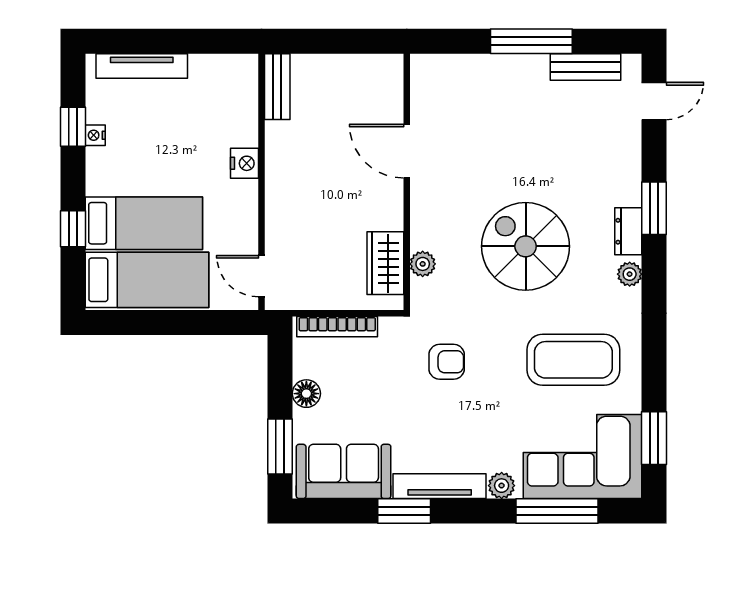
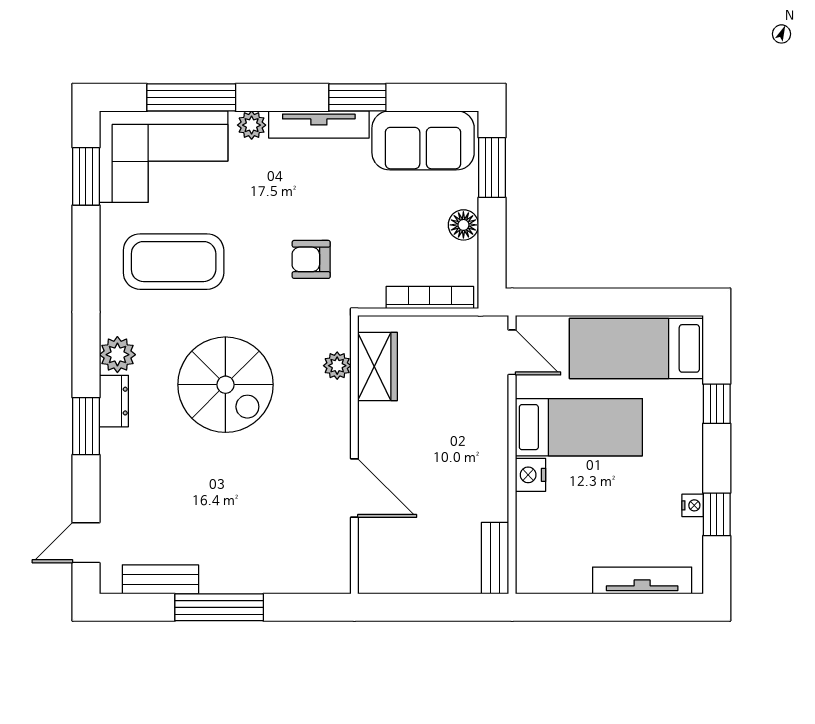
bed: (144, 223) -> (579, 427), moved, turned 180
plant: (630, 274) -> (117, 355), width x1.38, depth x1.38

